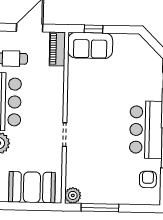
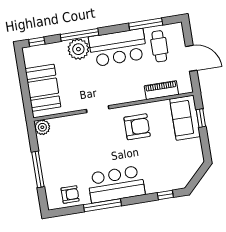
piano: (57, 49) -> (161, 90), moved
armchair: (90, 97) -> (137, 127), added
window: (100, 208) -> (38, 169), moved

